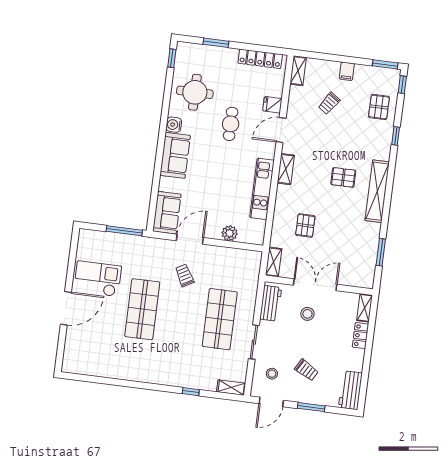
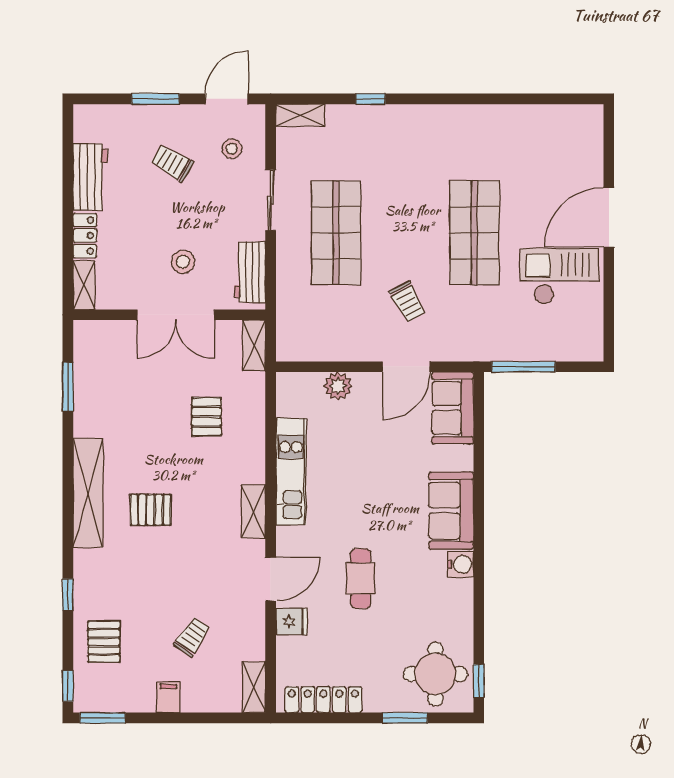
round table: (195, 92) -> (435, 674), moved
checkout: (98, 279) -> (560, 276), turned 180
workbench: (350, 390) -> (90, 177), moved

